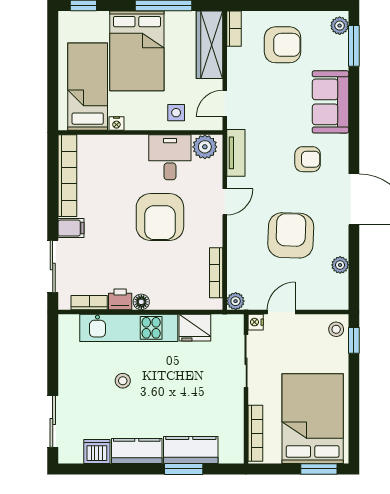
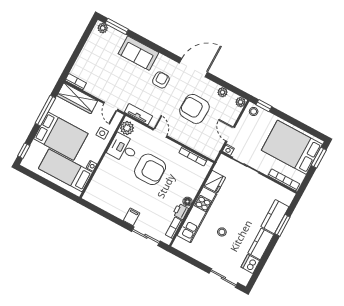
armchair: (283, 45) -> (97, 62), removed
bookcase: (67, 176) -> (104, 204), removed
plant: (236, 301) -> (240, 102), moved

